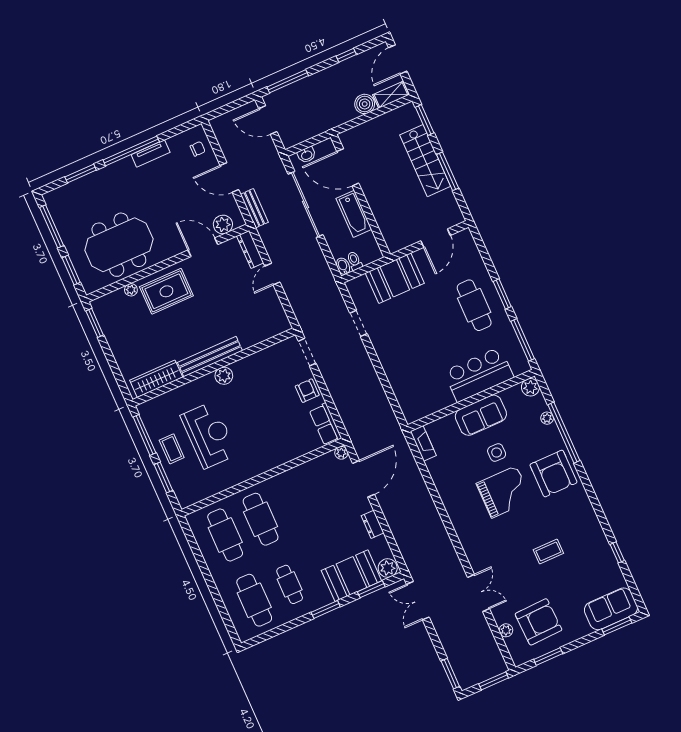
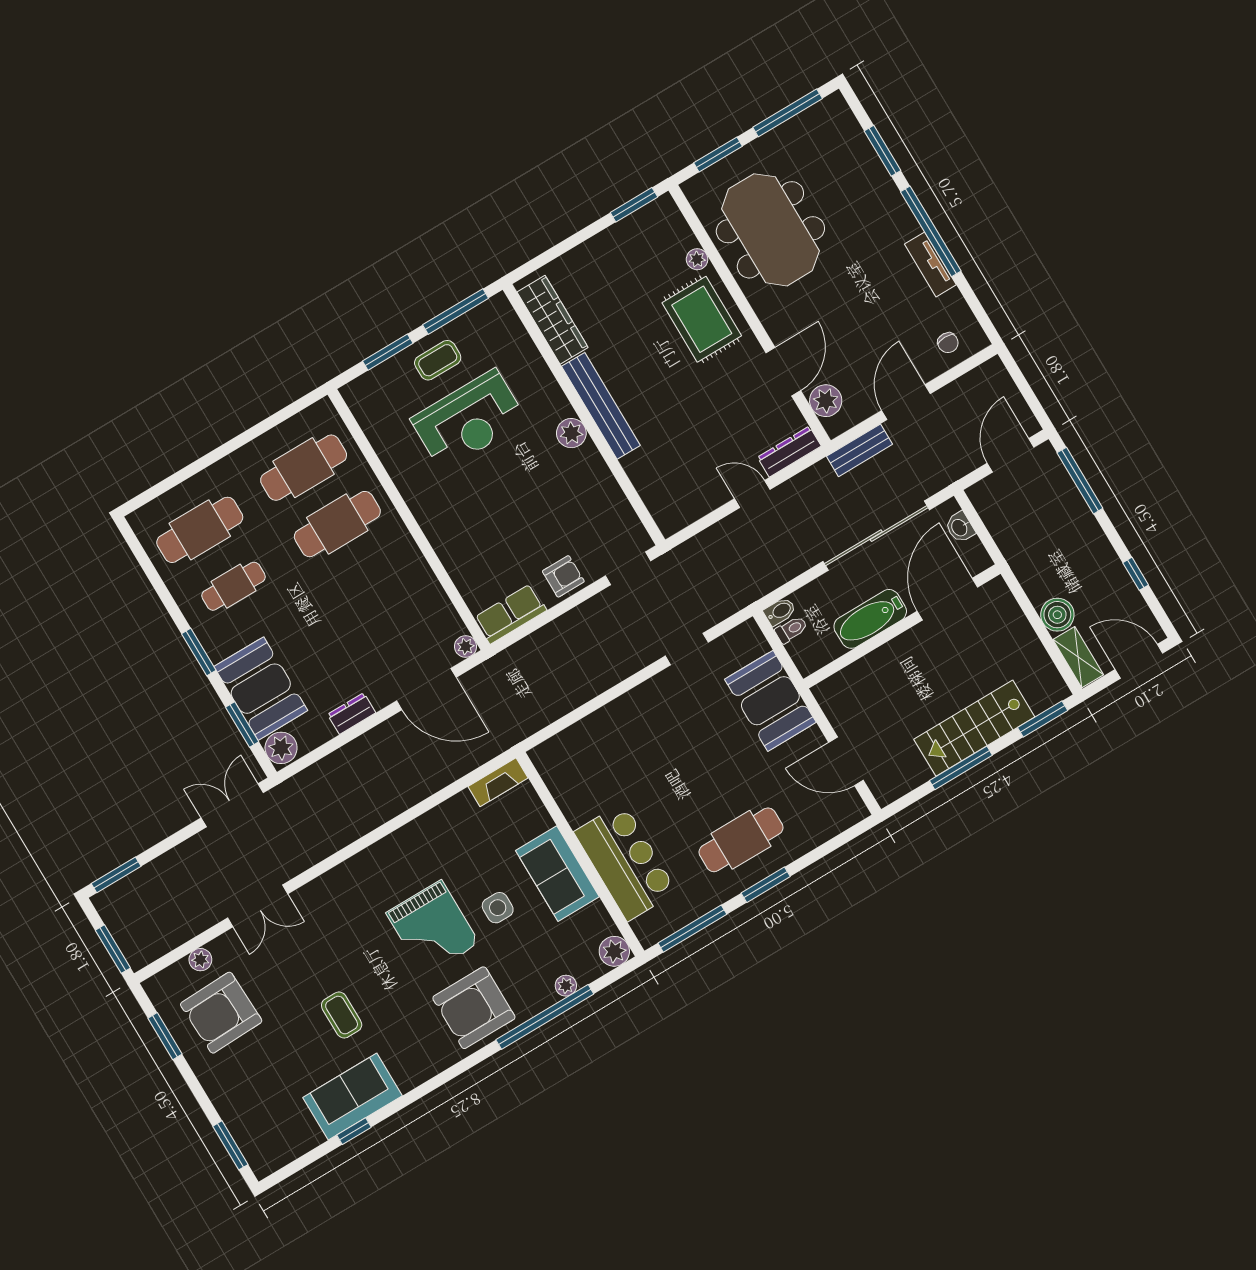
sofa: (611, 609) -> (352, 1097), moved, turned -90
armchair: (538, 622) -> (221, 1013), turned 90

